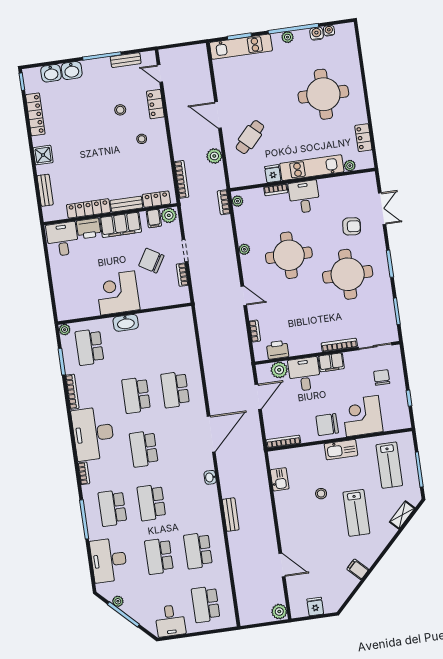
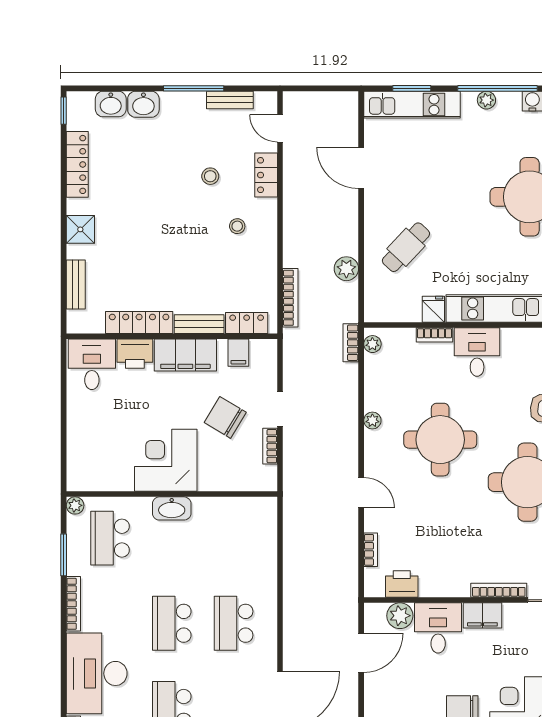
door: (218, 115) -> (361, 168), moved
plant: (169, 215) -> (262, 351), removed

